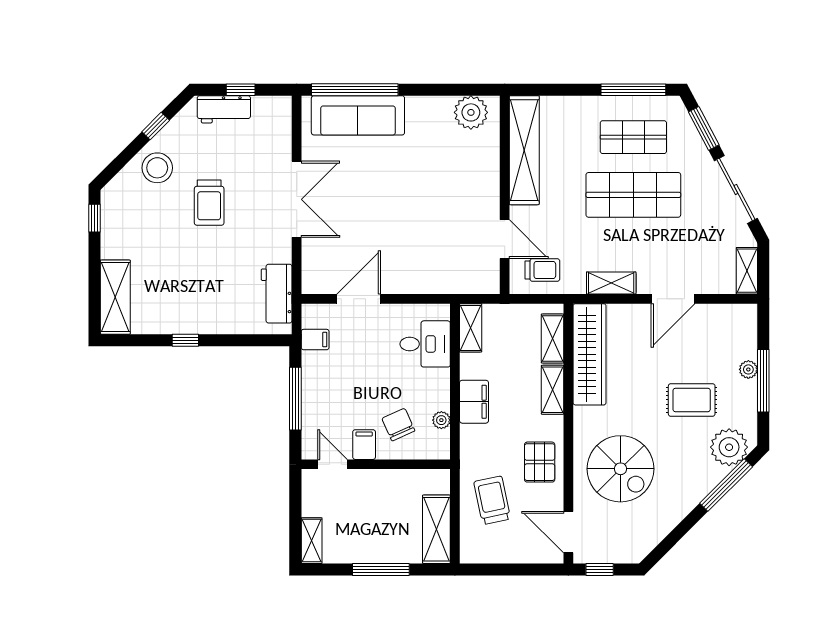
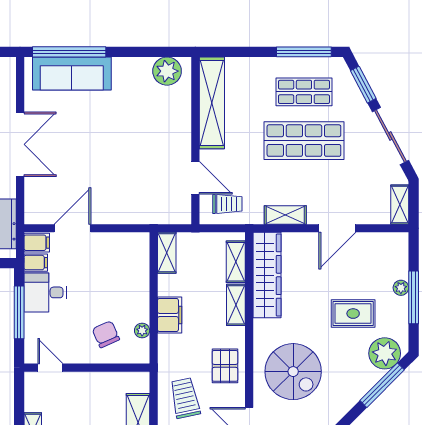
desk: (425, 344) -> (45, 292), moved, turned 180
filing cabinet: (364, 445) -> (37, 243), moved, turned 90

